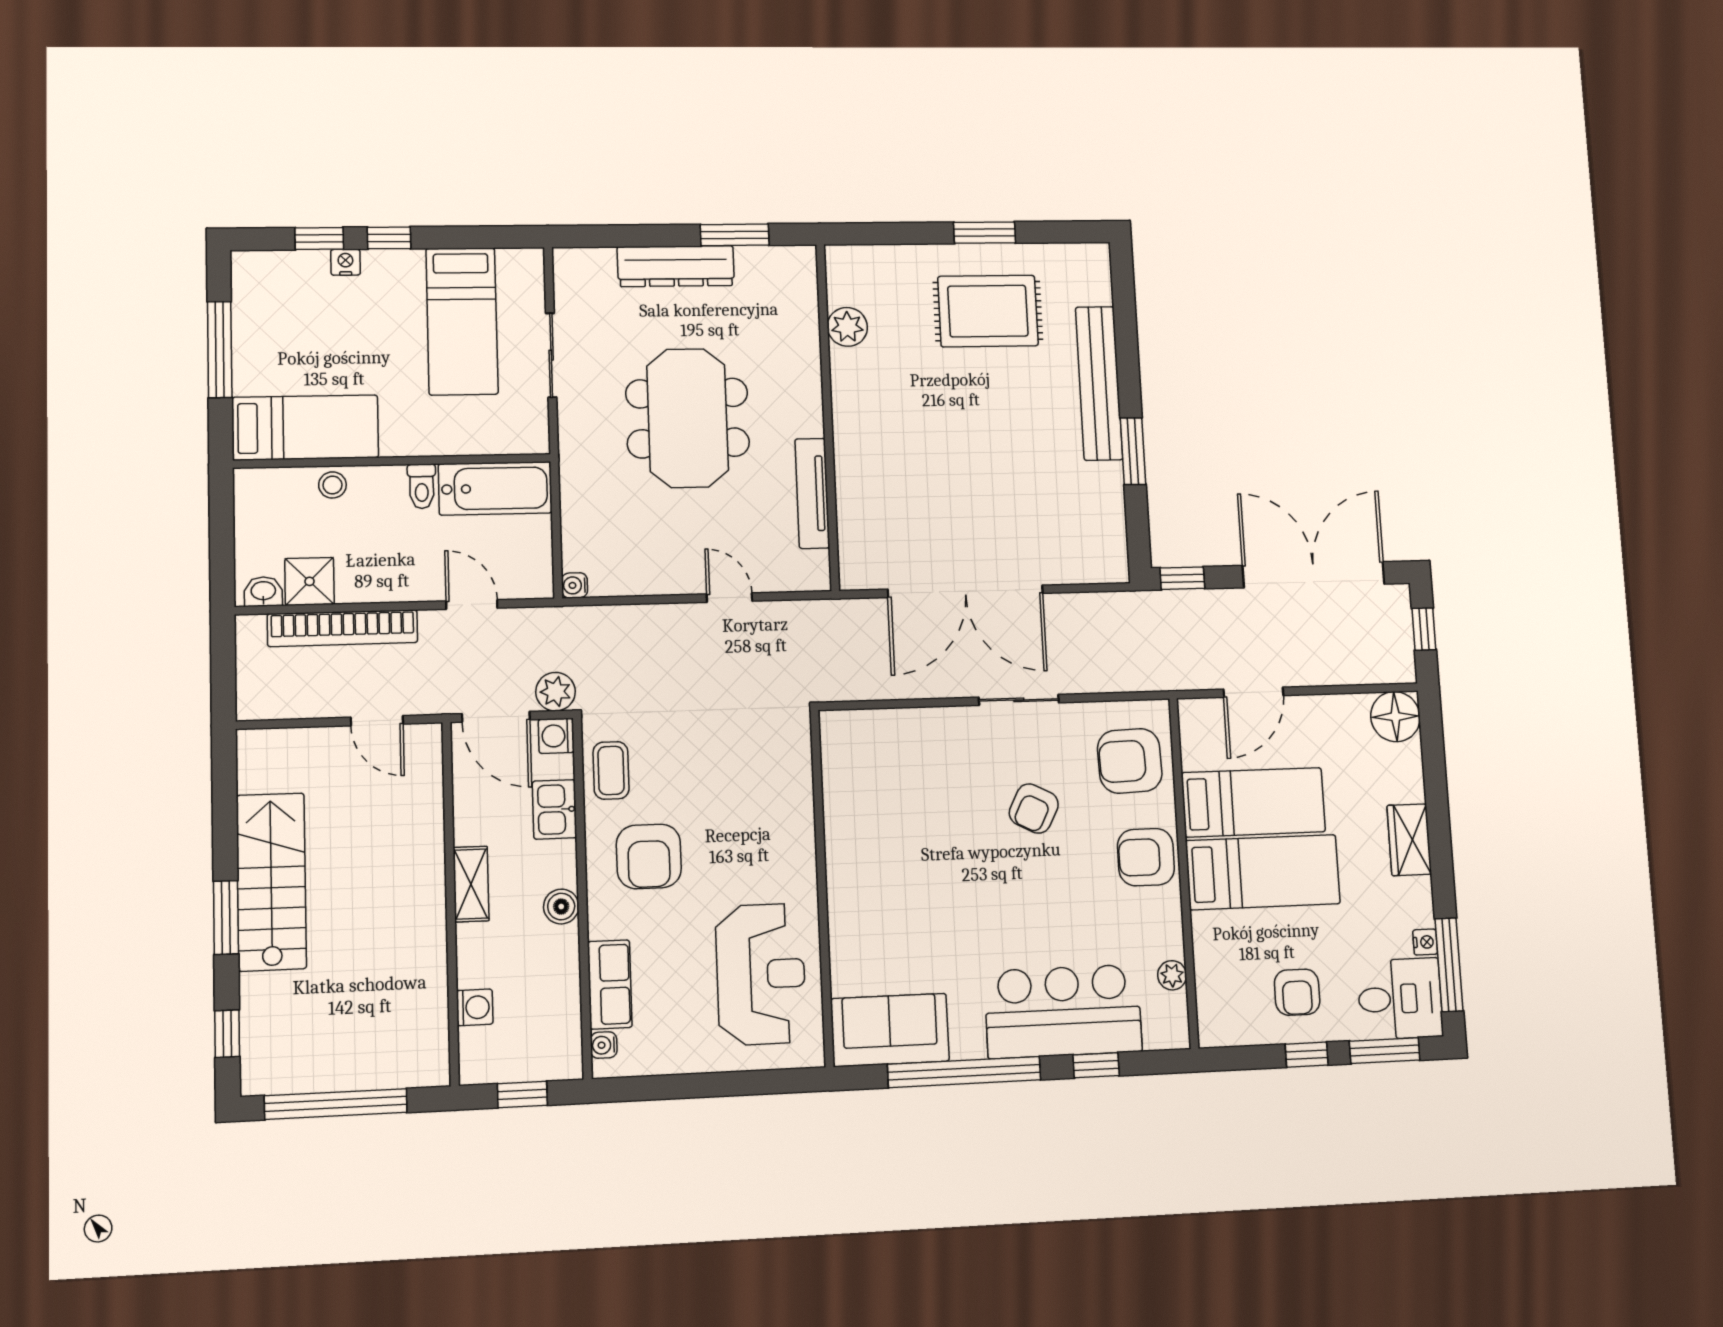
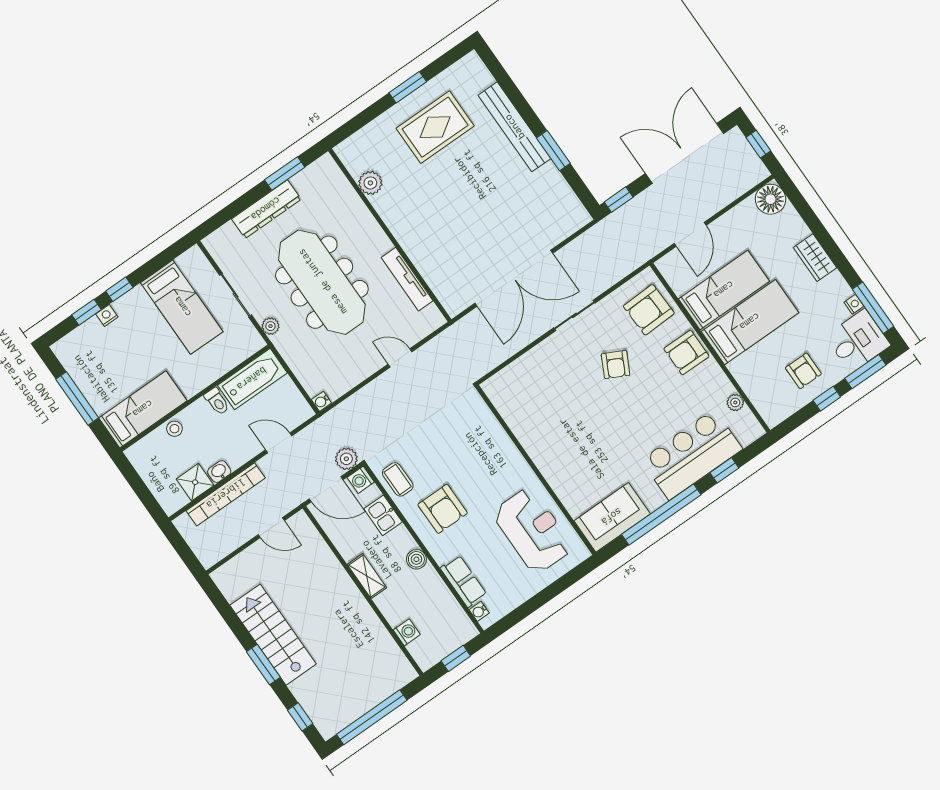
meeting table: (688, 418) -> (322, 282), width x1.36
plant: (572, 431) -> (270, 326), added
washbasin: (263, 592) -> (219, 472), moved

